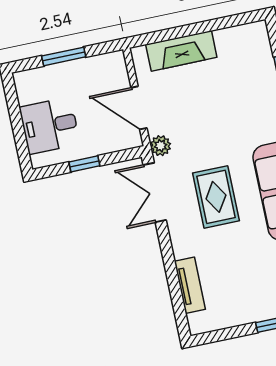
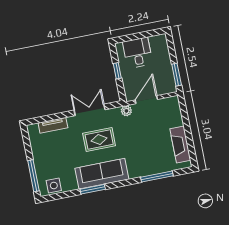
fireplace: (181, 51) -> (180, 145), moved
window: (64, 56) -> (177, 75), moved
double door: (155, 192) -> (90, 110), moved

